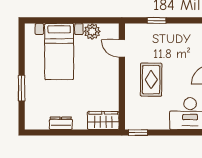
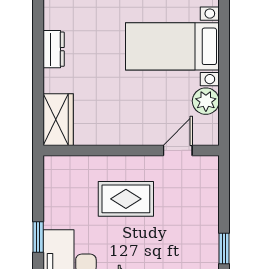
window: (157, 20) -> (224, 249), moved
window: (138, 133) -> (38, 237), moved

